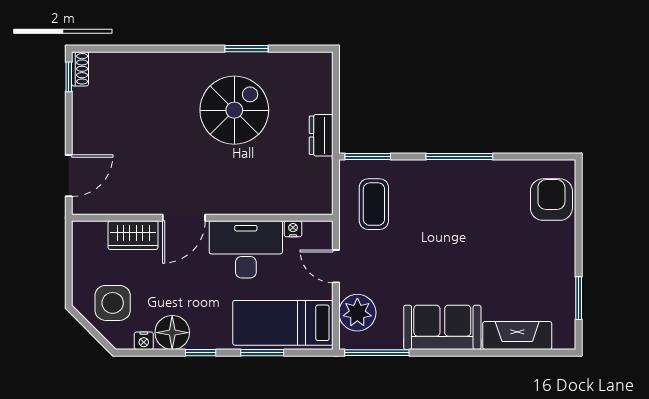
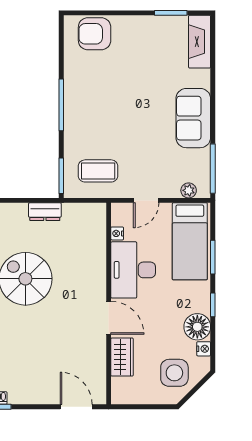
plant: (357, 313) -> (189, 190), width x0.53, depth x0.53
fireplace: (517, 335) -> (200, 42), moved

